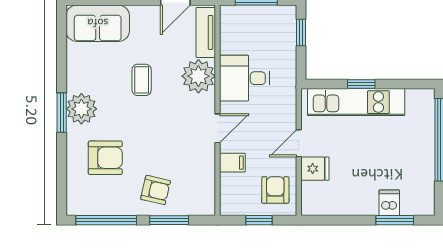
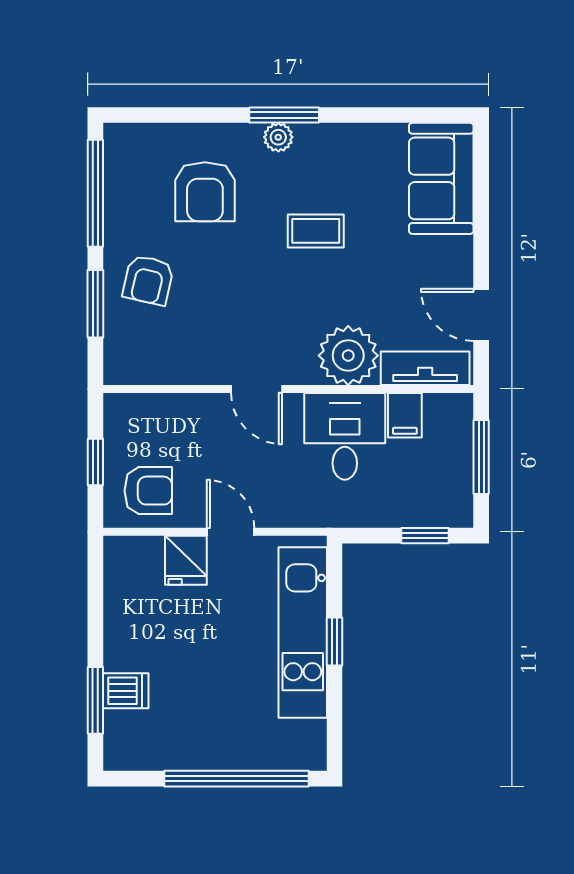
coffee table: (142, 80) -> (316, 231), moved
plant: (81, 109) -> (278, 137), width x0.53, depth x0.53
filing cabinet: (232, 163) -> (405, 415), moved

